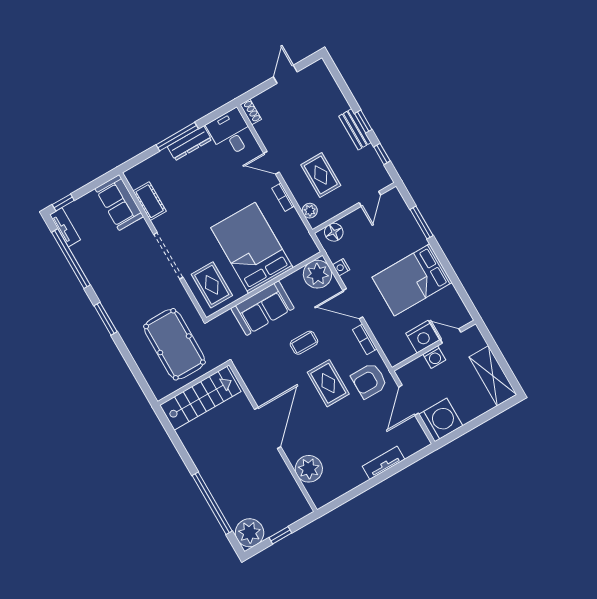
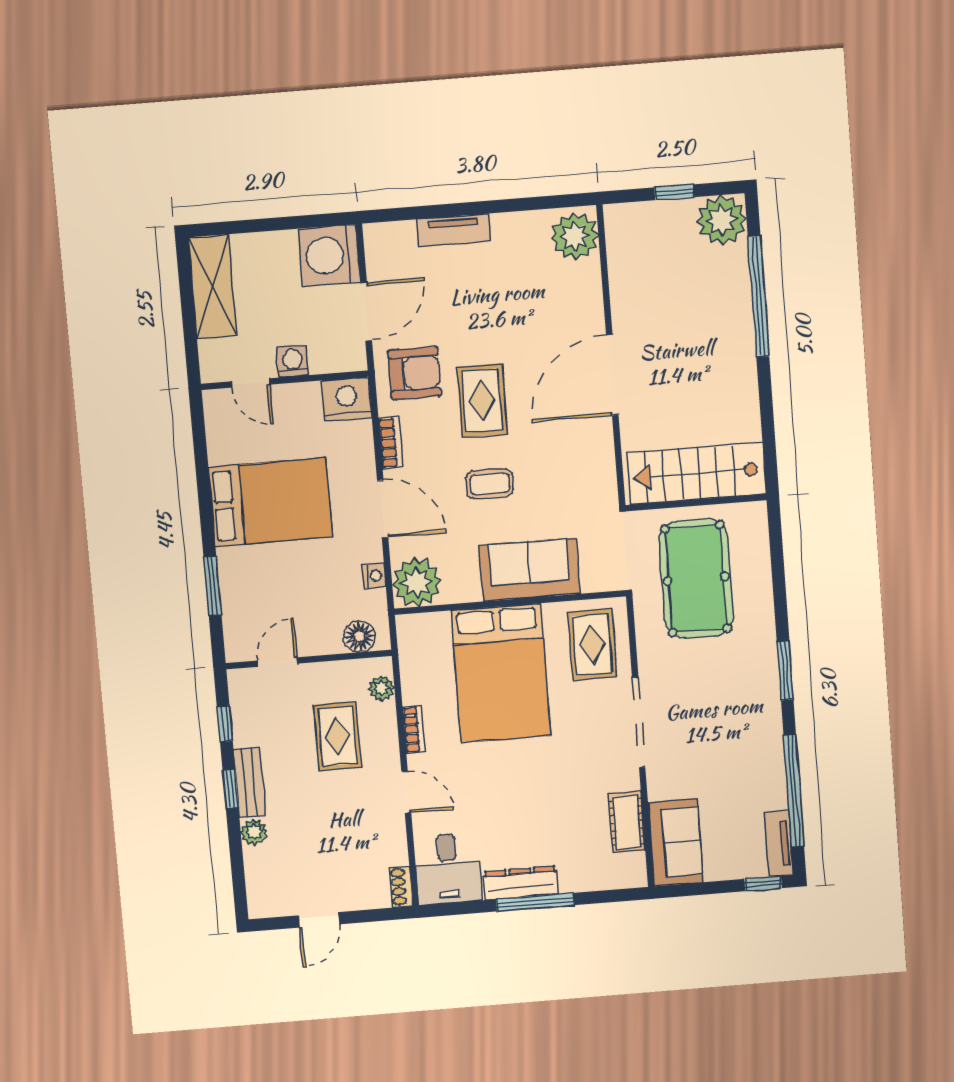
plant: (341, 104) -> (254, 832), added
nightstand: (423, 337) -> (346, 399), moved
plant: (309, 469) -> (575, 236), moved

